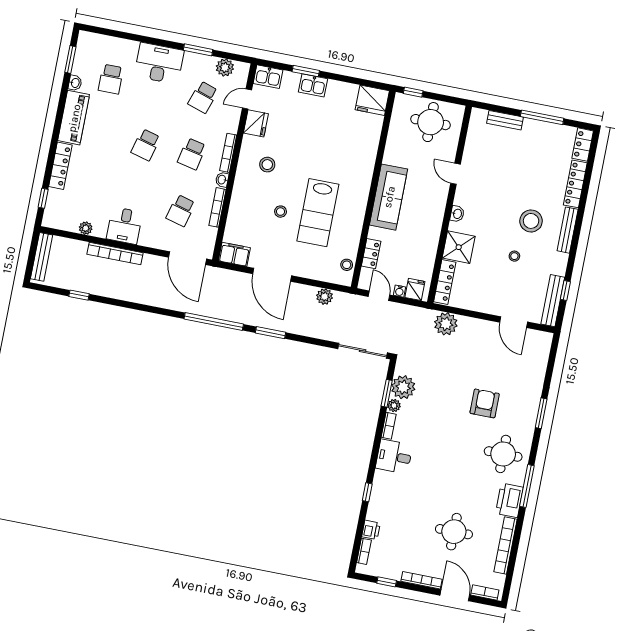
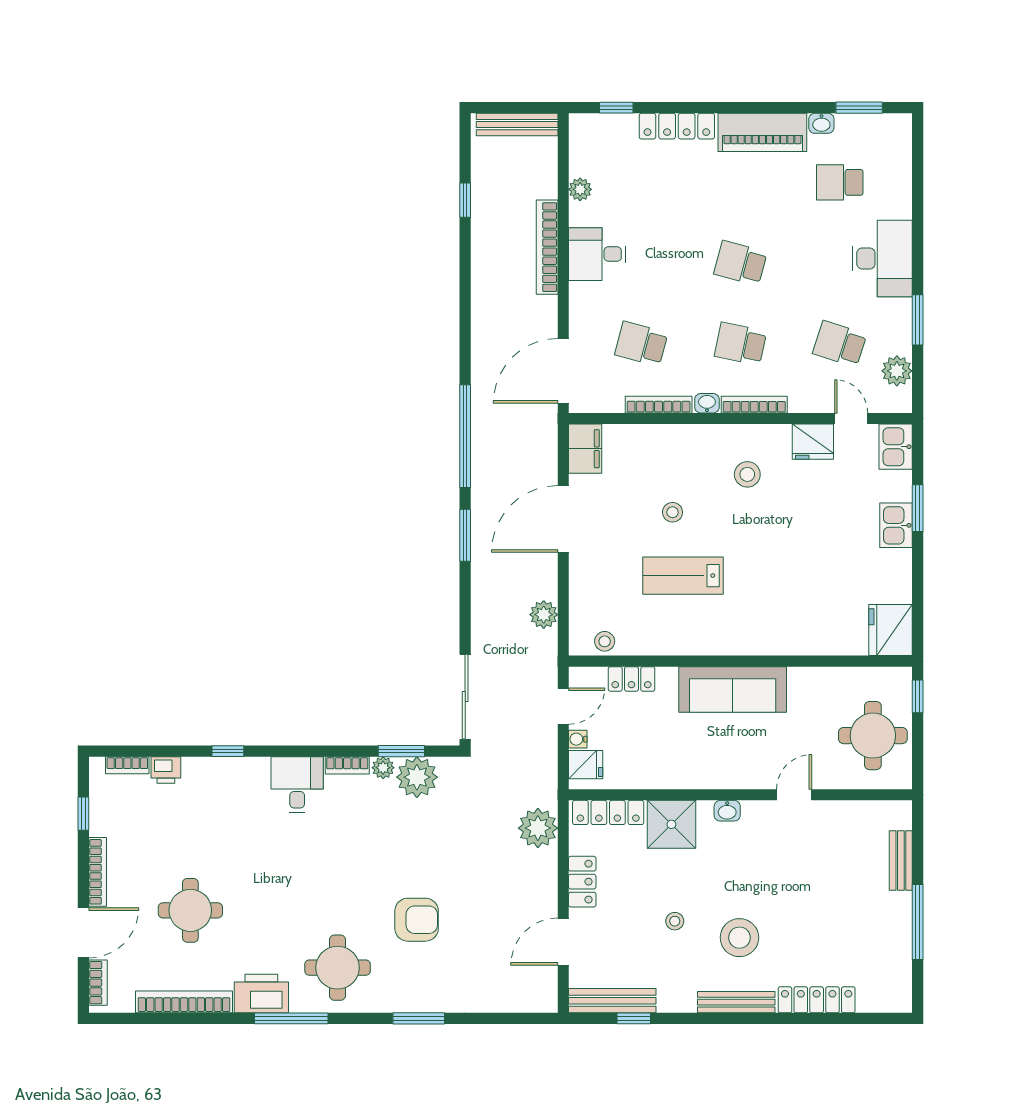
locker: (583, 145) -> (582, 882), moved, turned 90
lab bench: (318, 213) -> (683, 576), width x0.73, depth x0.72

